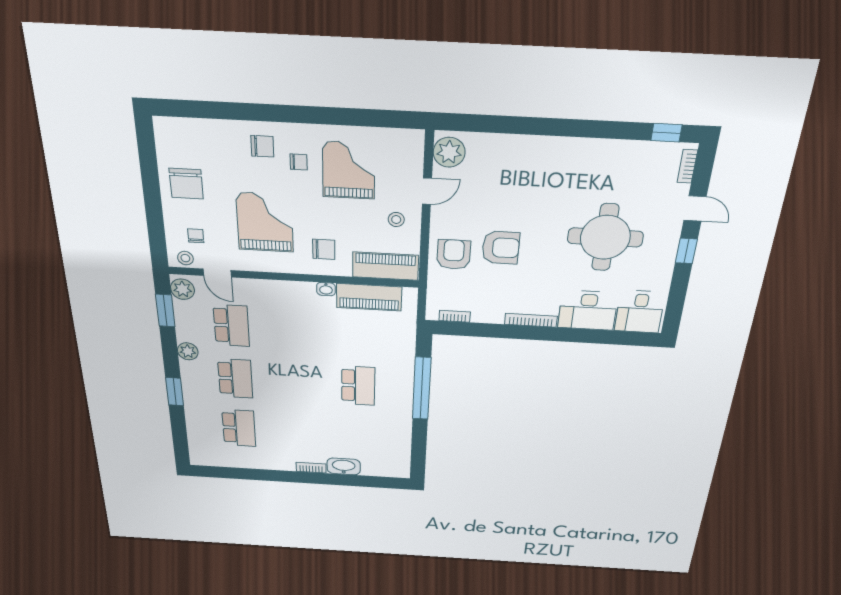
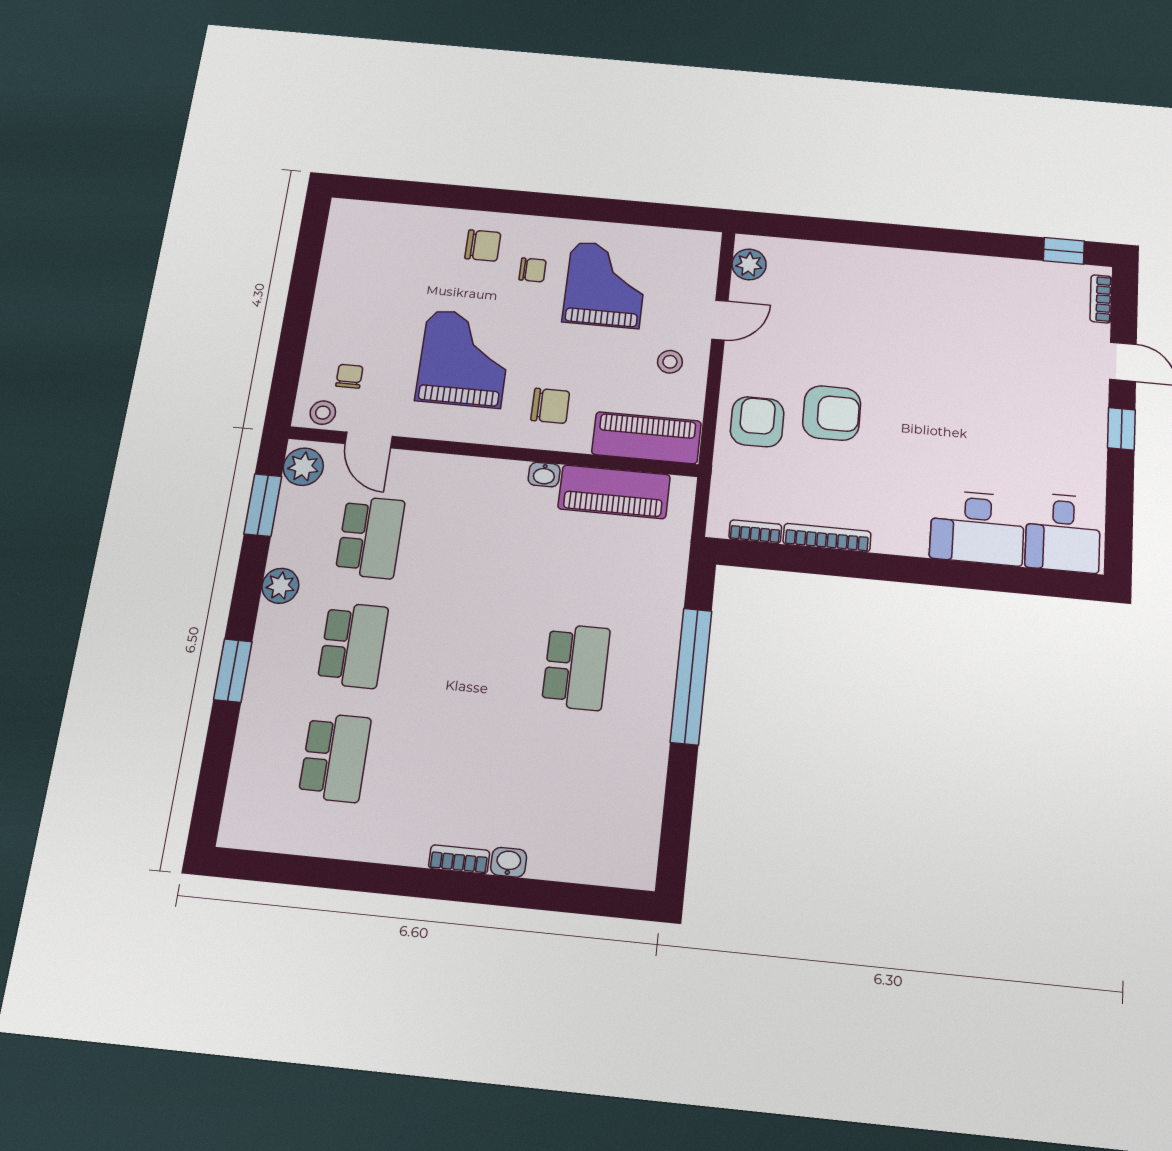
plant: (449, 152) -> (749, 264), width x0.73, depth x0.73
chair: (186, 184) -> (356, 295), removed
round table: (605, 237) -> (993, 402), removed
bookcase: (531, 320) -> (827, 538), moved
washbasin: (344, 466) -> (509, 862), width x0.52, depth x0.69

